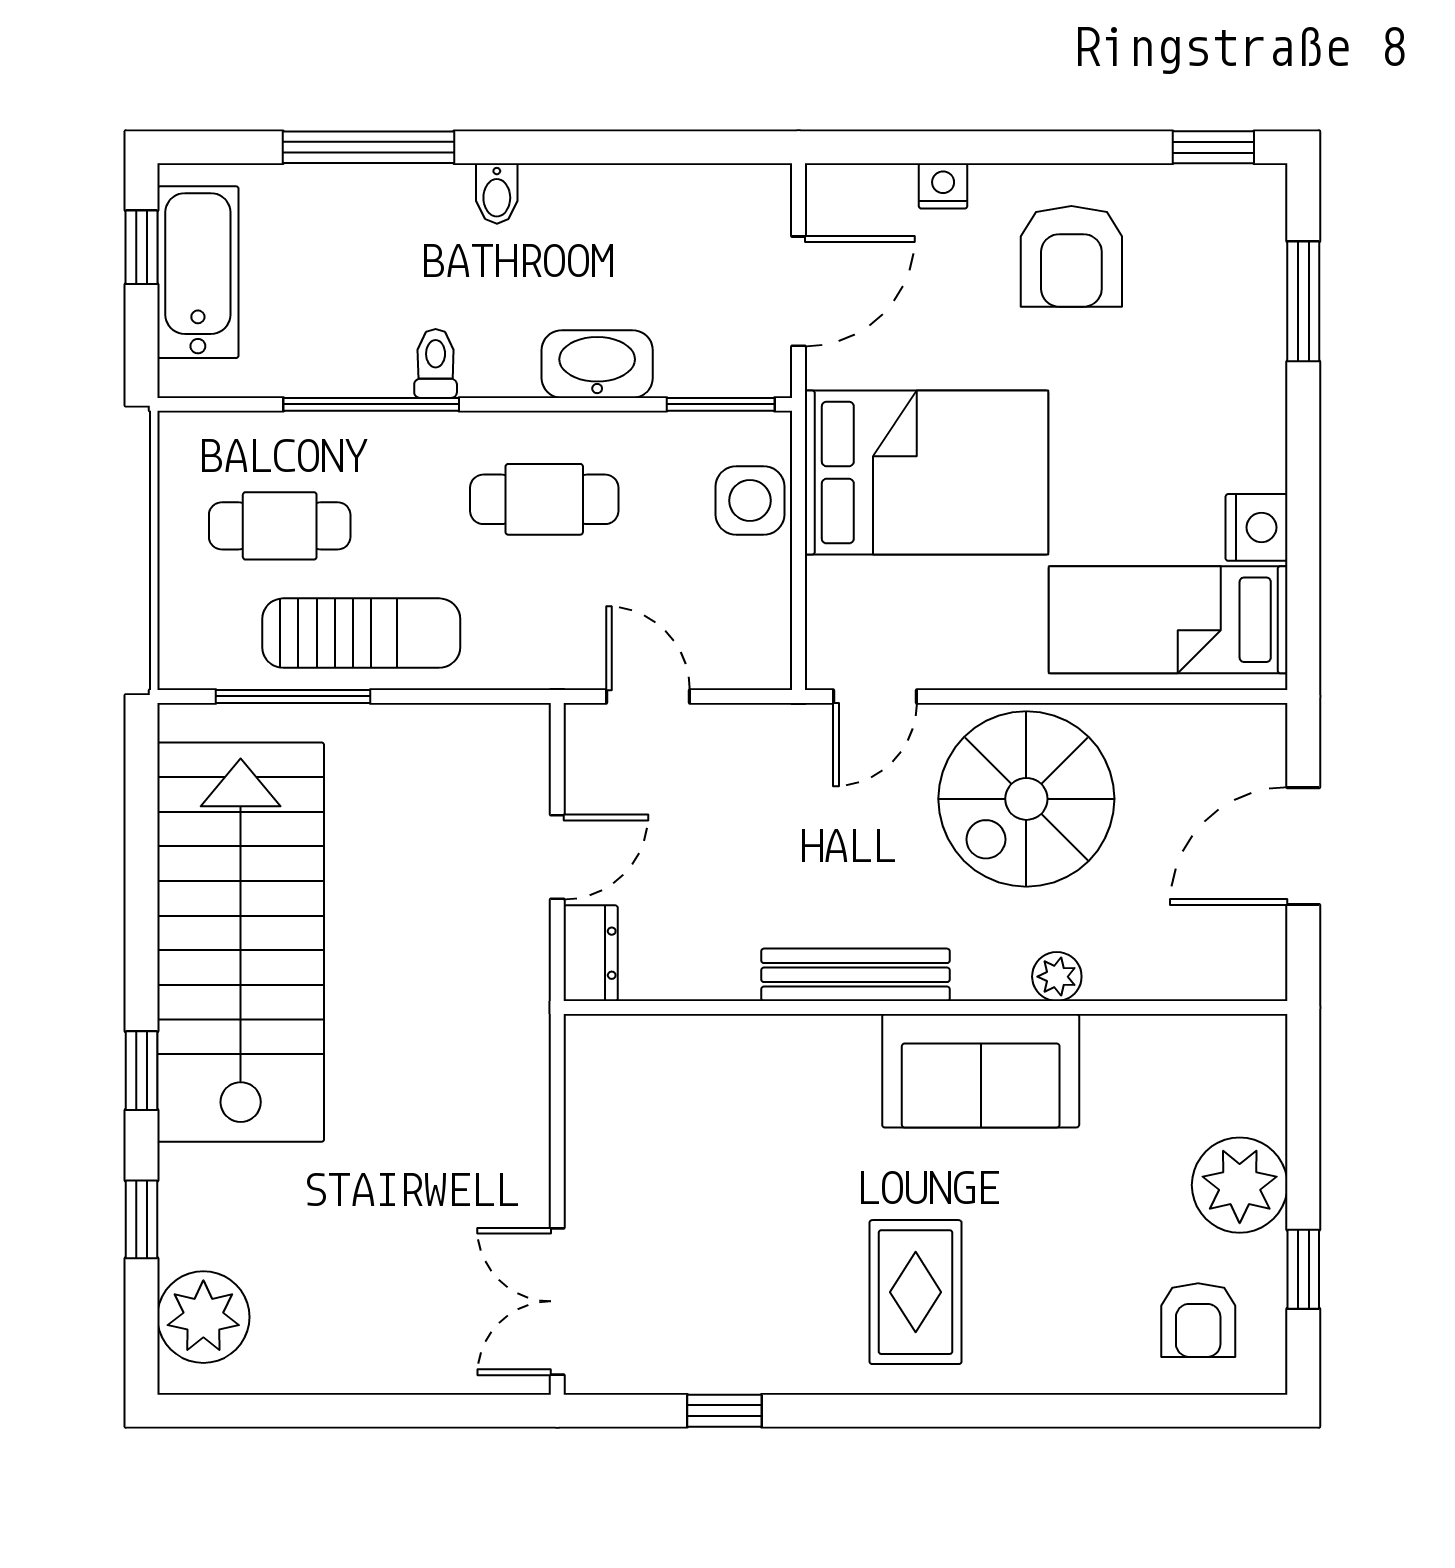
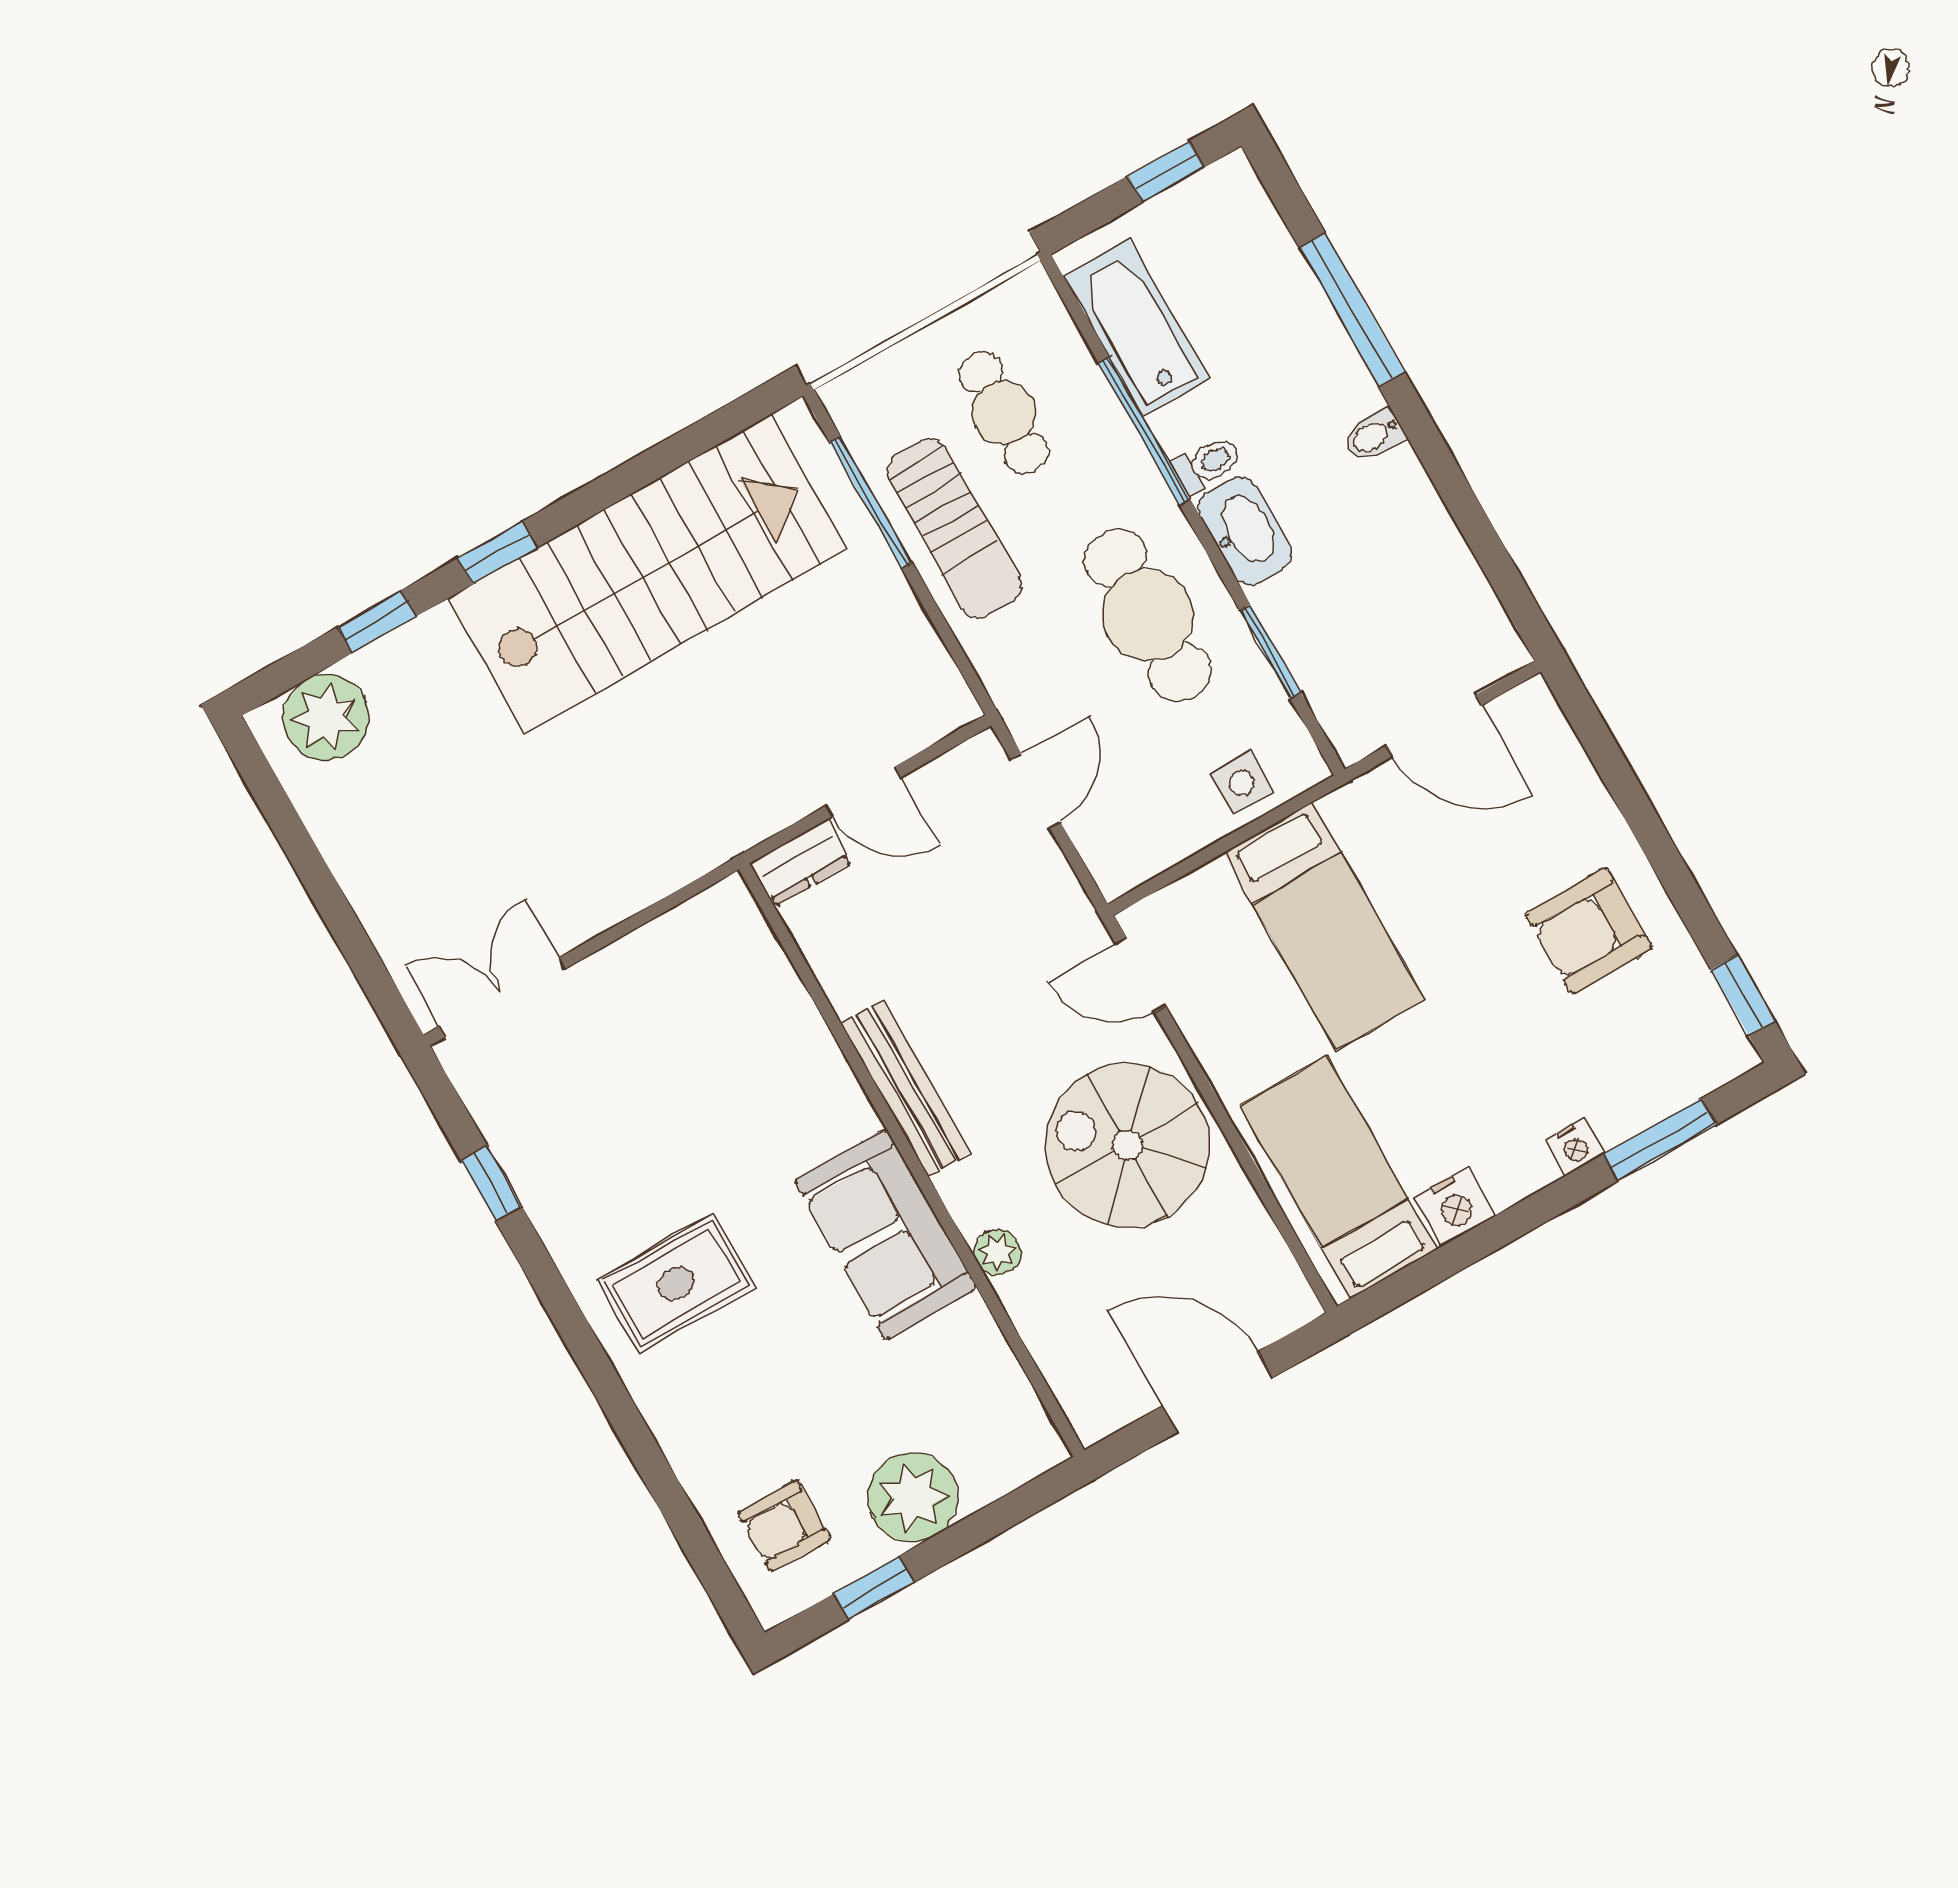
nightstand: (943, 186) -> (1574, 1147), moved, turned 90
bathtub: (198, 272) -> (1136, 328), moved, turned -90
washbasin: (597, 364) -> (1245, 531), moved
window: (721, 404) -> (1270, 651), moved
bed: (927, 473) -> (1324, 926), width x0.67
cafe table: (544, 499) -> (1147, 615), width x1.37, depth x1.35
side table: (750, 501) -> (1242, 783), width x0.73, depth x0.73

